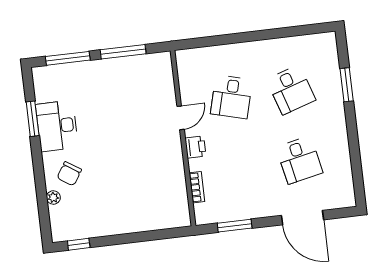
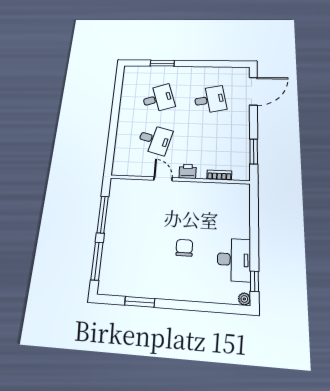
desk: (57, 126) -> (234, 260), moved, turned -90
chair: (69, 174) -> (184, 248), moved, turned -123
plant: (53, 197) -> (244, 299), moved
door: (302, 218) -> (253, 91), moved

